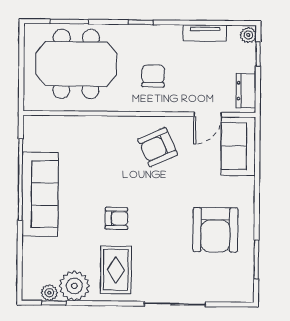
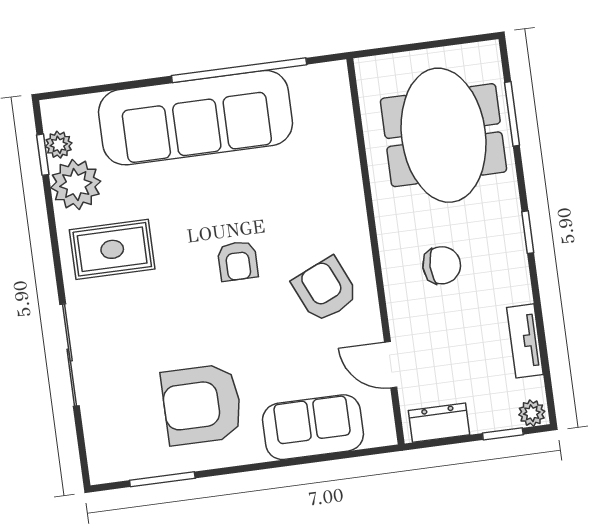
sofa: (238, 146) -> (313, 427), moved
sofa: (40, 194) -> (196, 118), width x1.36, depth x1.27
armchair: (116, 218) -> (238, 261), moved

